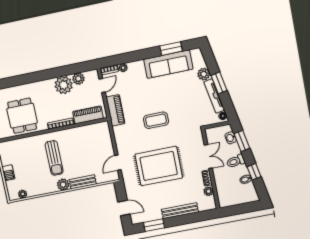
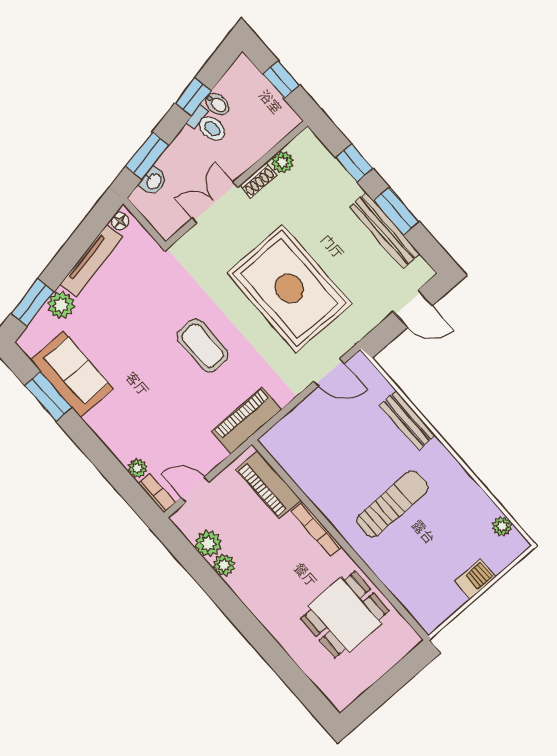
sofa: (168, 64) -> (72, 374), width x0.73
window: (219, 83) -> (32, 303), moved
plant: (64, 85) -> (224, 565), width x0.53, depth x0.53
piano: (115, 110) -> (247, 420), moved
toilet: (236, 161) -> (208, 125), moved
plant: (63, 185) -> (436, 456), removed
door: (124, 208) -> (413, 309), swing flipped
window: (240, 209) -> (281, 80), added
bench: (180, 211) -> (384, 231), moved
window: (192, 218) -> (354, 163), added
window: (154, 225) -> (396, 211), moved

